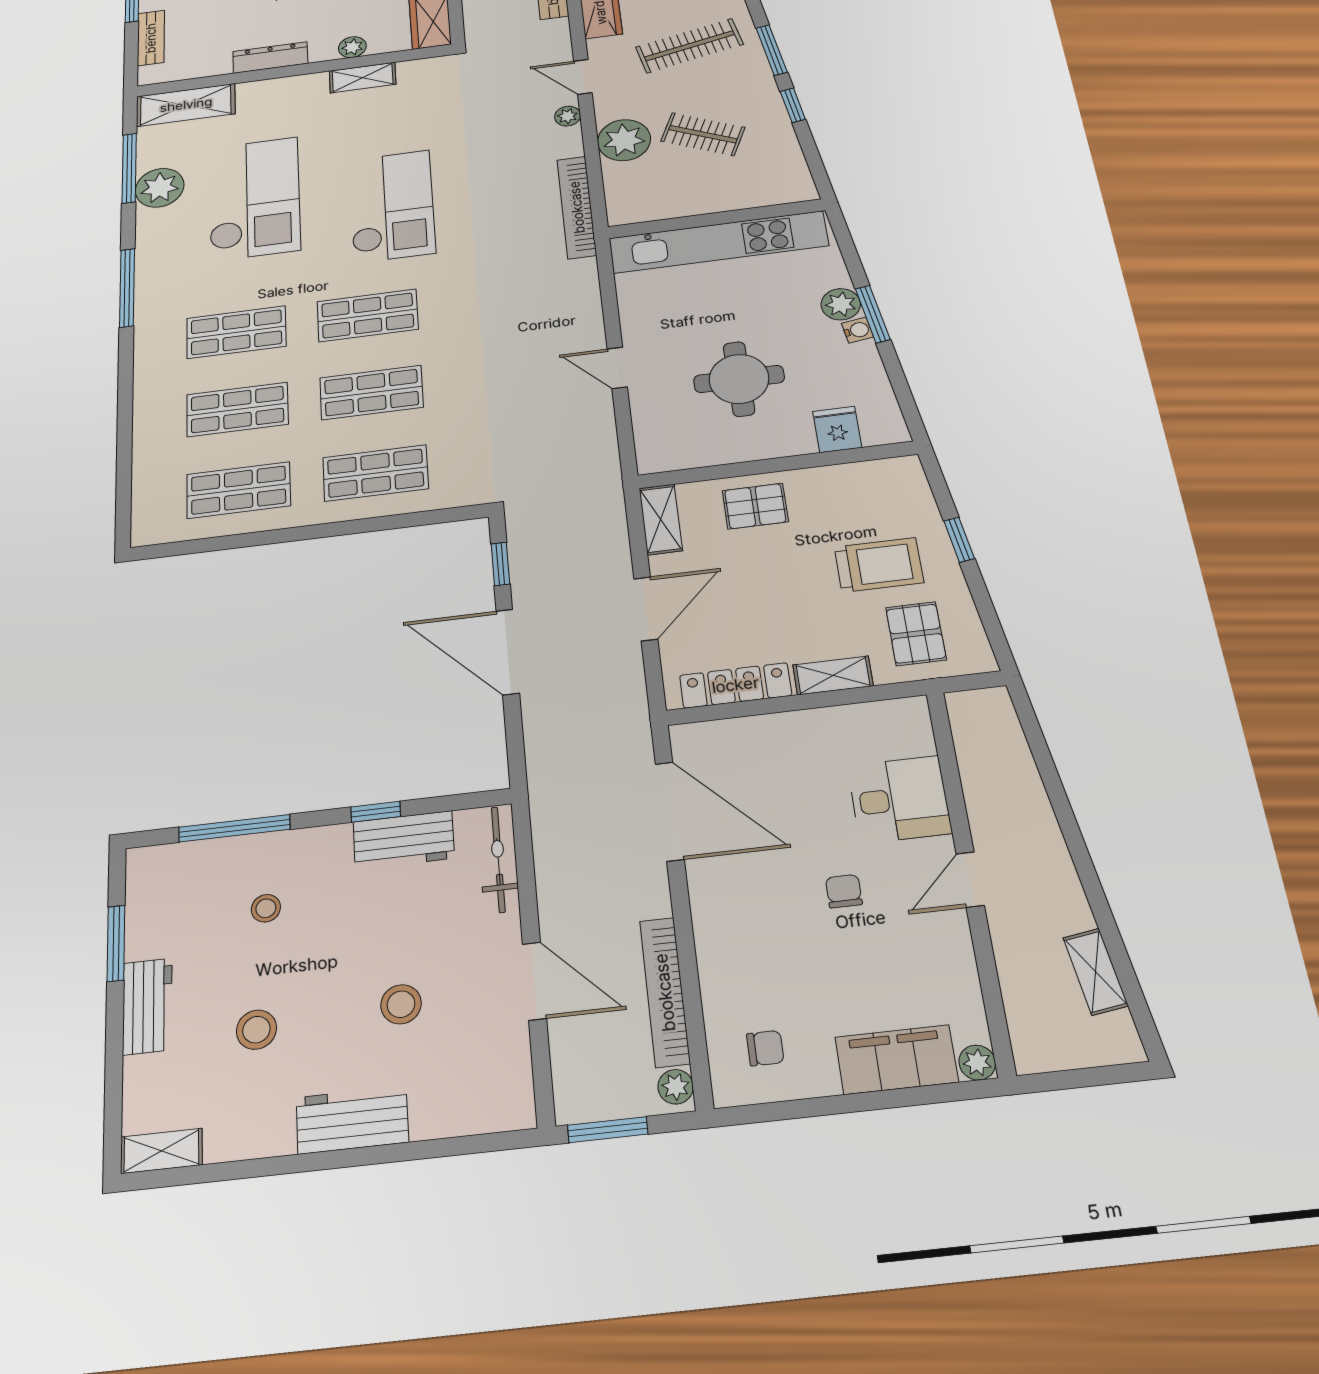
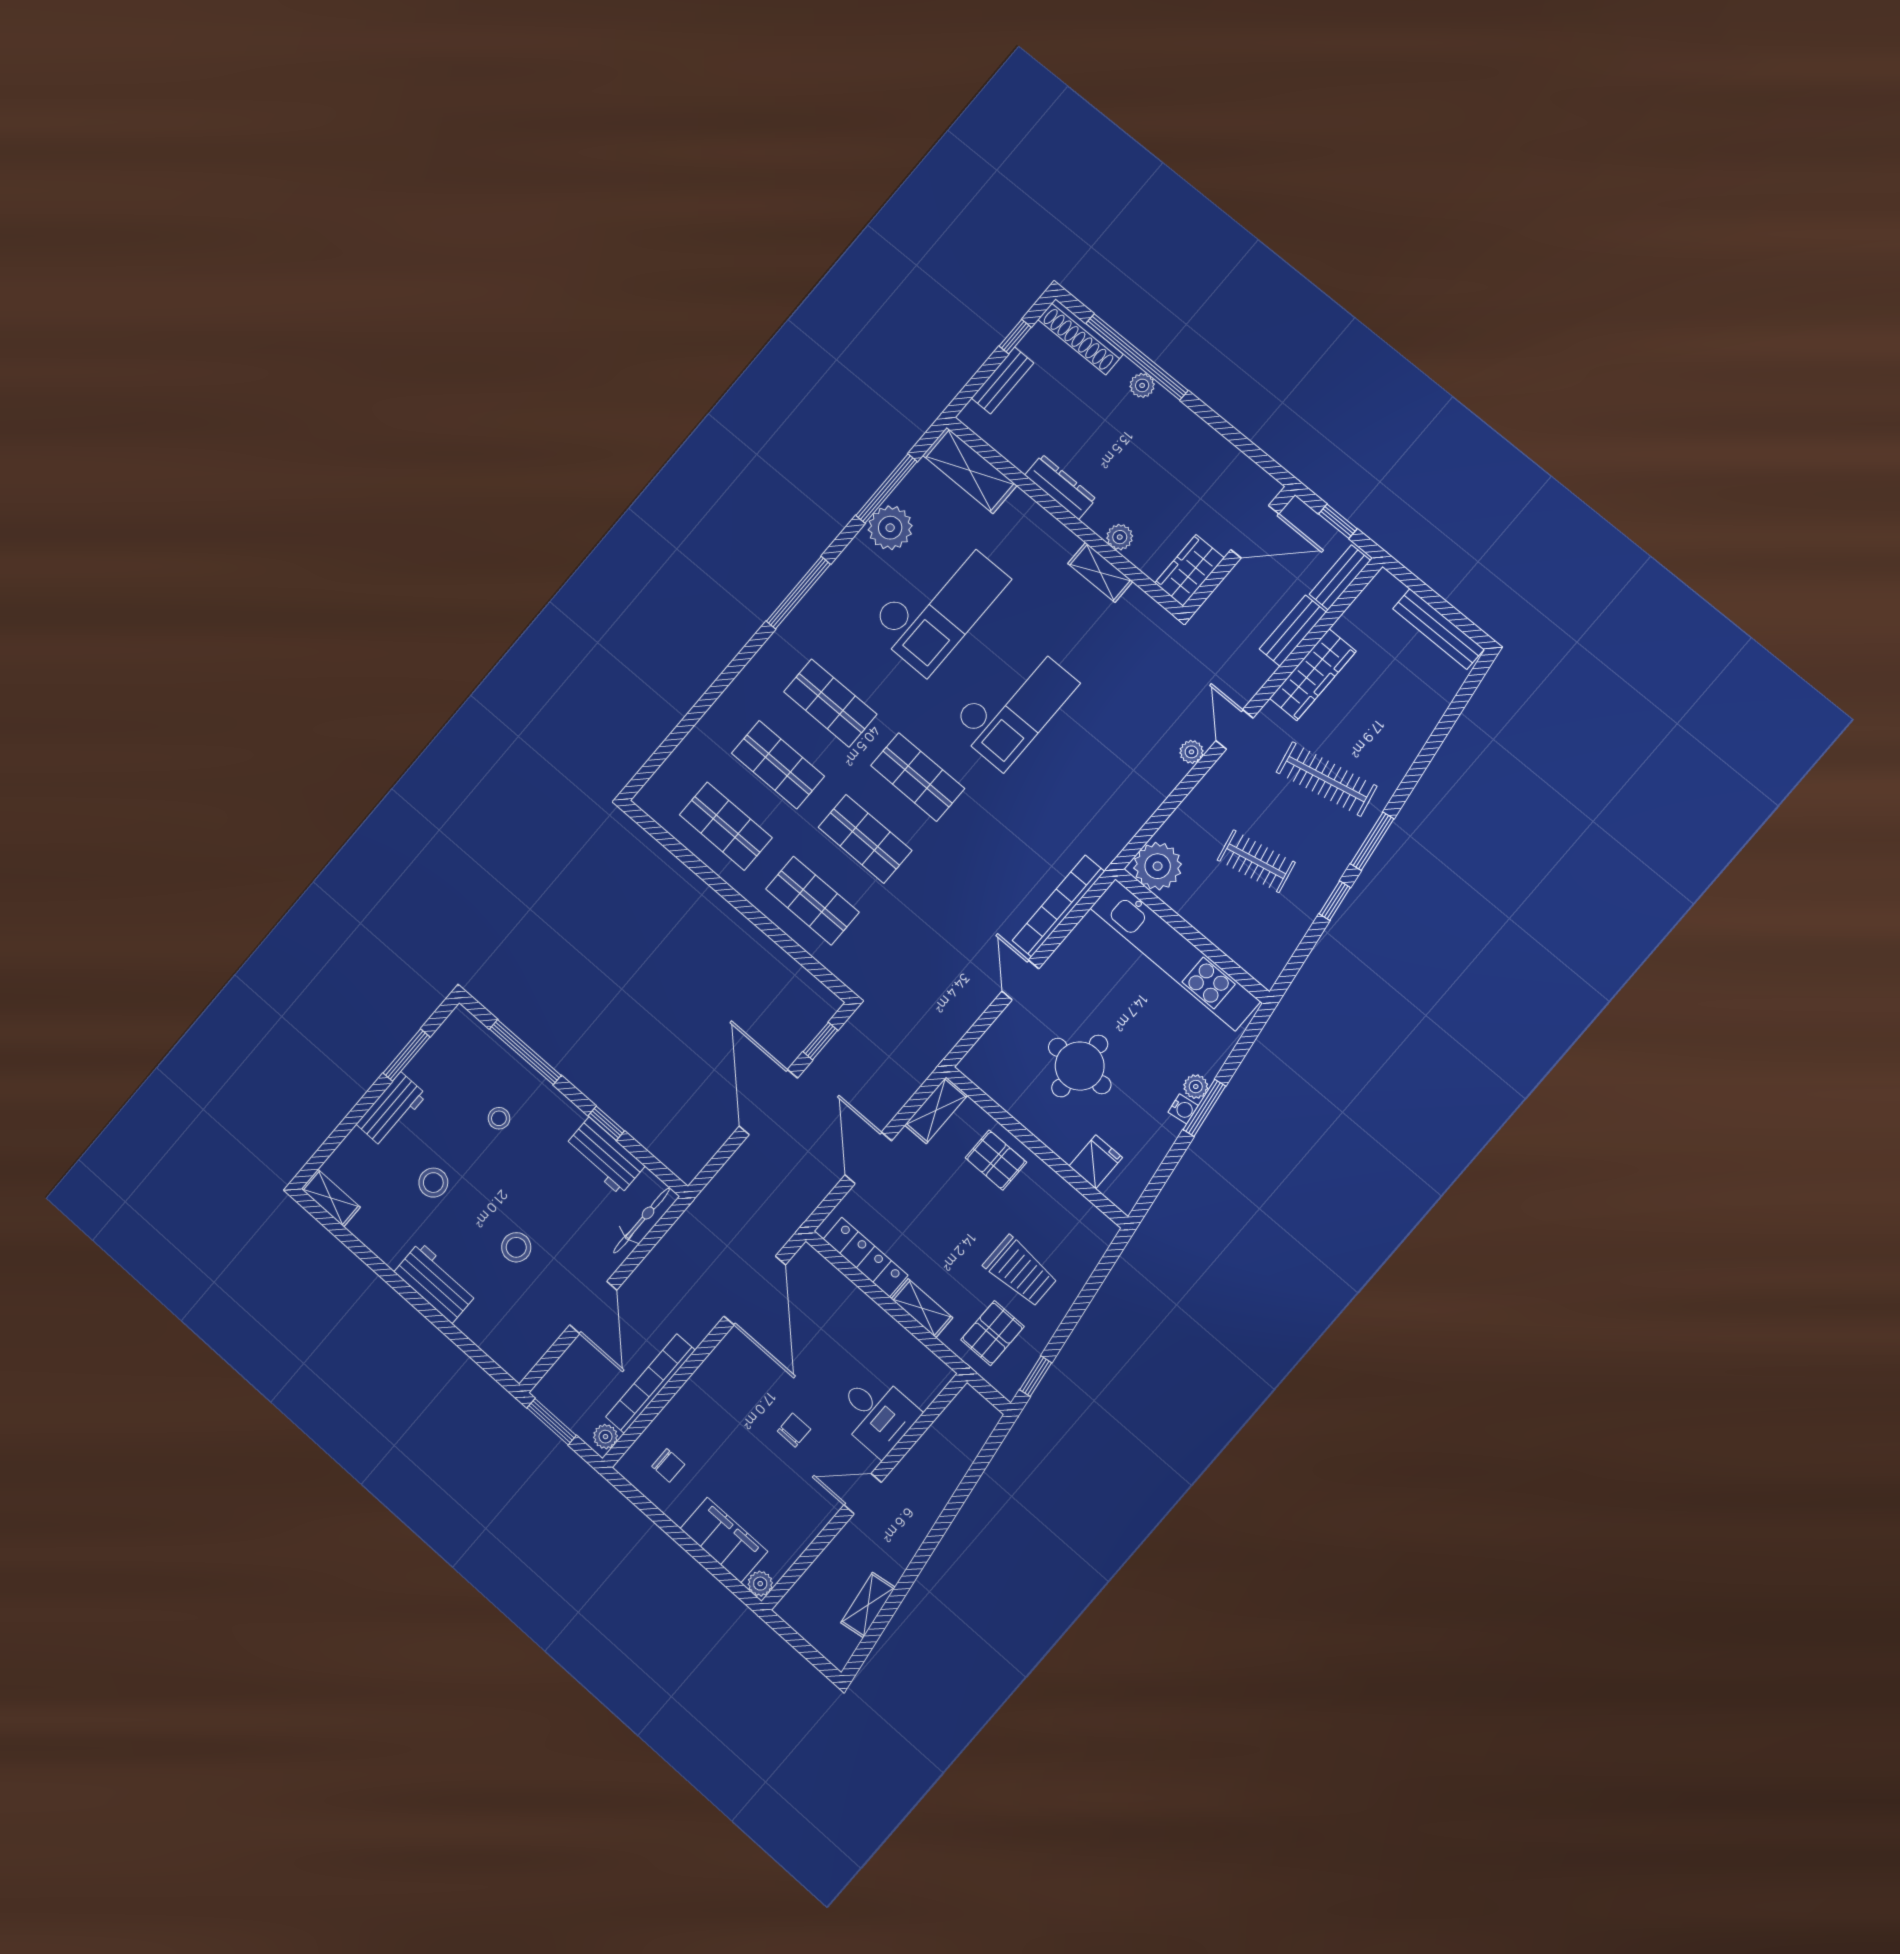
clothes rail: (703, 134) -> (1256, 861), turned -36
plant: (624, 140) -> (1158, 866), moved
bookcase: (577, 207) -> (1058, 906), moved
plant: (841, 304) -> (1196, 1087), width x0.73, depth x0.73
window: (959, 540) -> (1036, 1376), moved
door: (646, 609) -> (868, 1158), swing flipped

